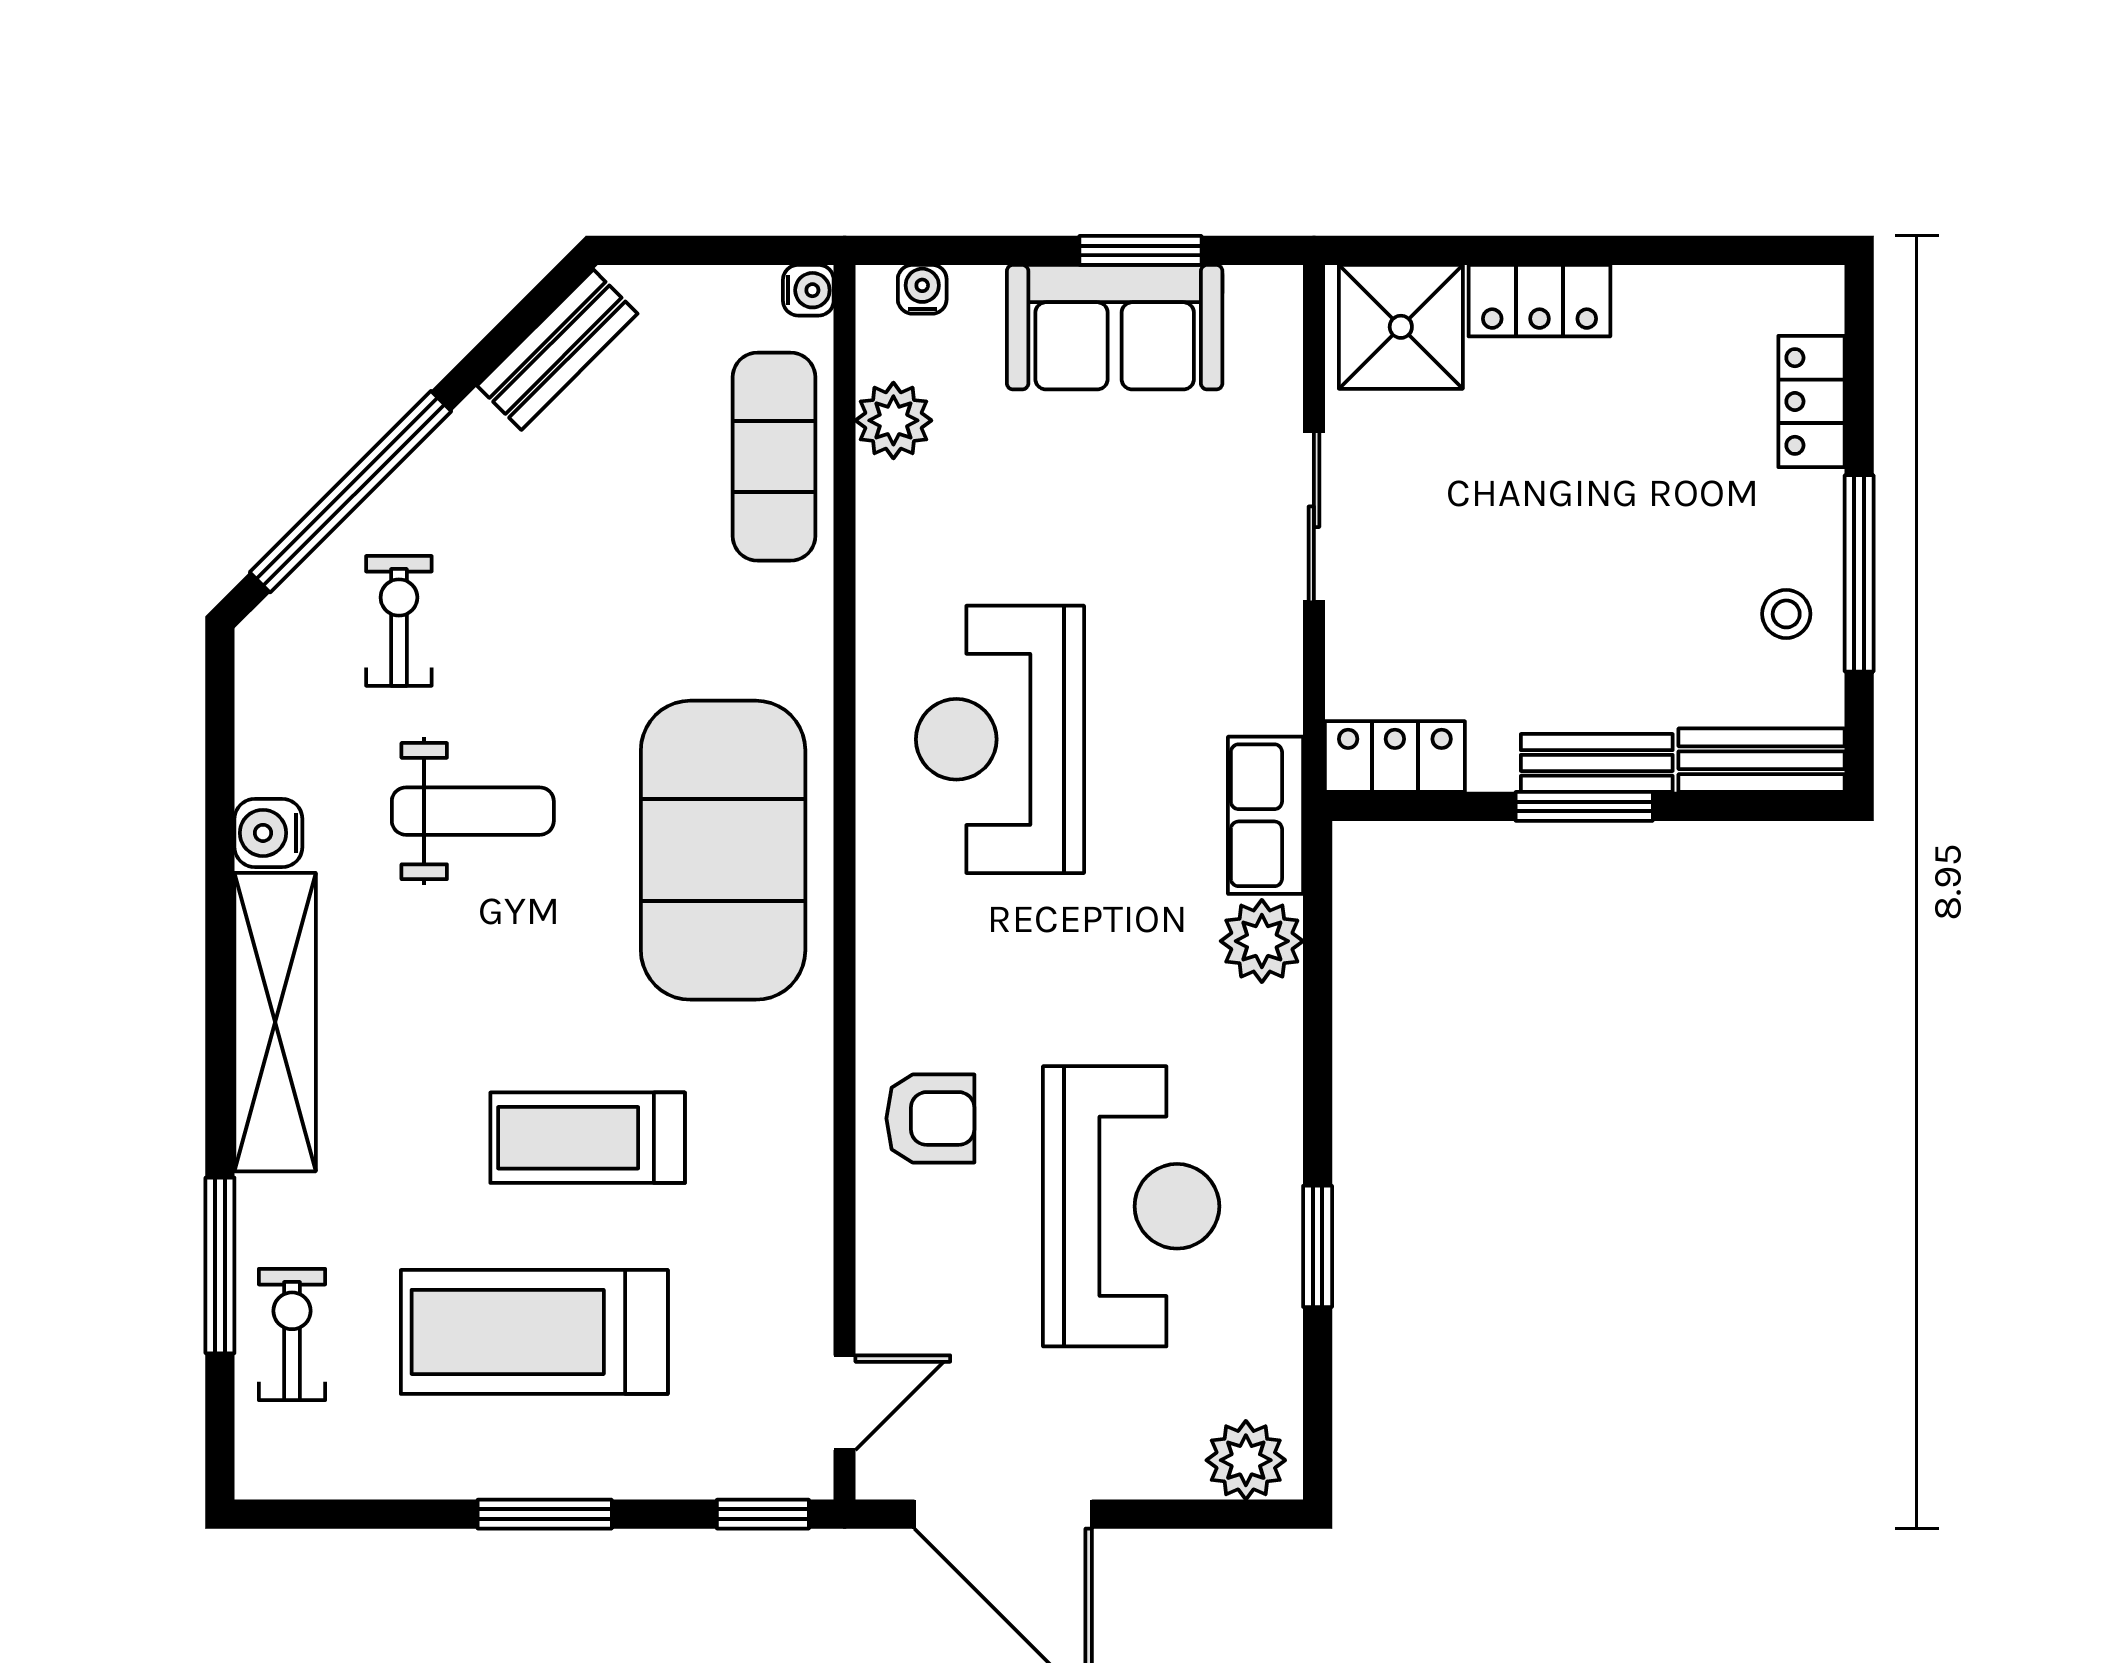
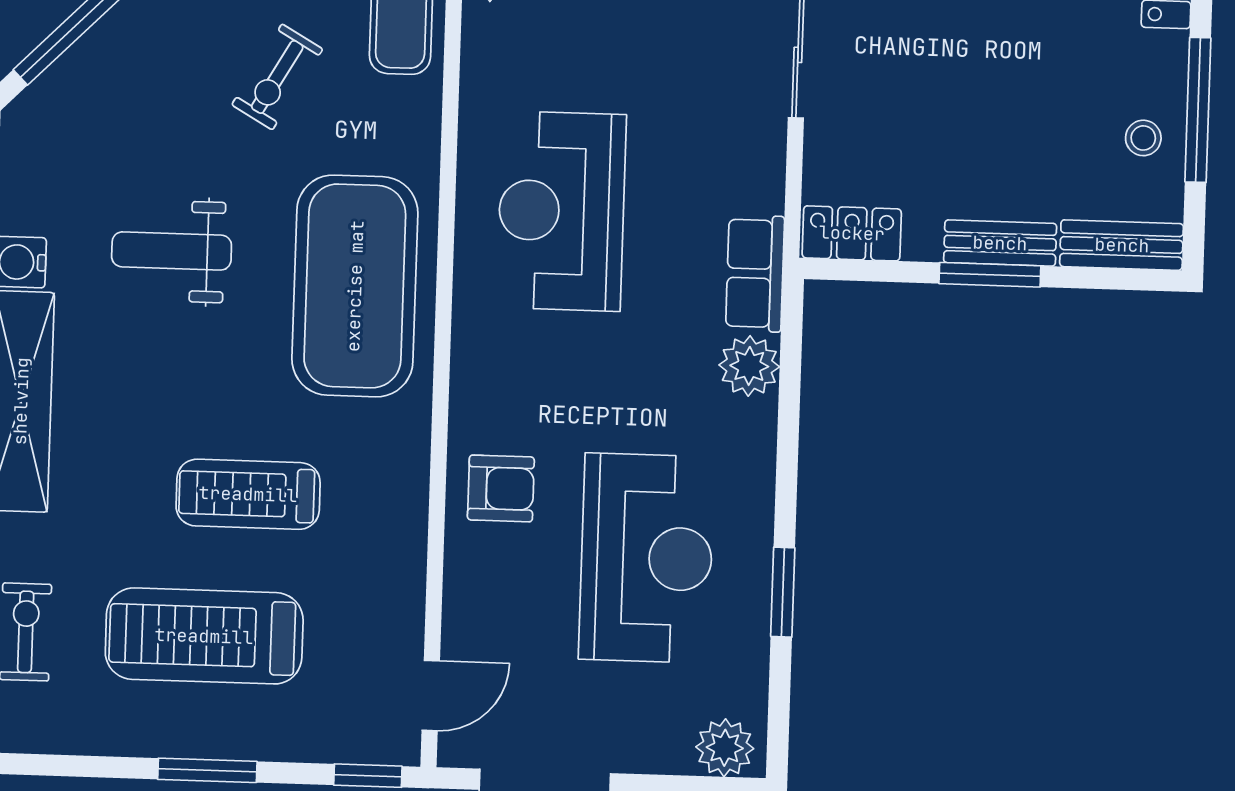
exercise bike: (399, 621) -> (277, 77), moved, turned -150
weight bench: (473, 811) -> (172, 251), turned 180

